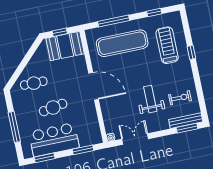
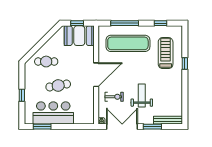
door: (94, 86) -> (96, 75), hinge flipped
exercise bike: (180, 98) -> (114, 97), moved
window: (14, 127) -> (22, 95), width x0.46
window: (187, 128) -> (152, 127), moved
double door: (135, 139) -> (122, 127), width x1.37
window: (83, 150) -> (76, 127), removed

